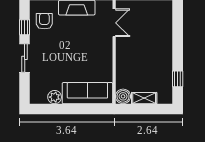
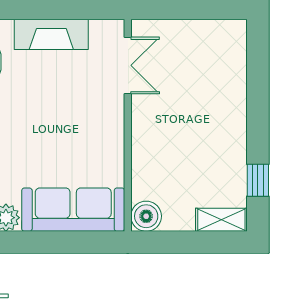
shelving: (144, 98) -> (221, 220), moved

